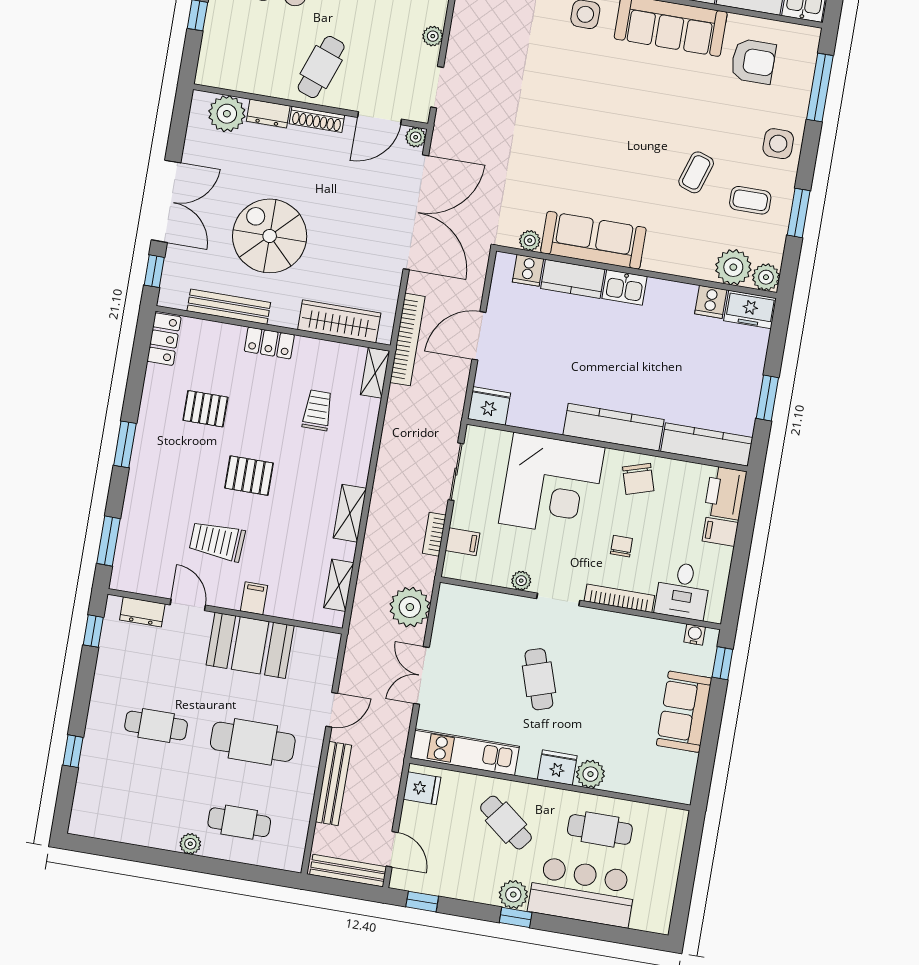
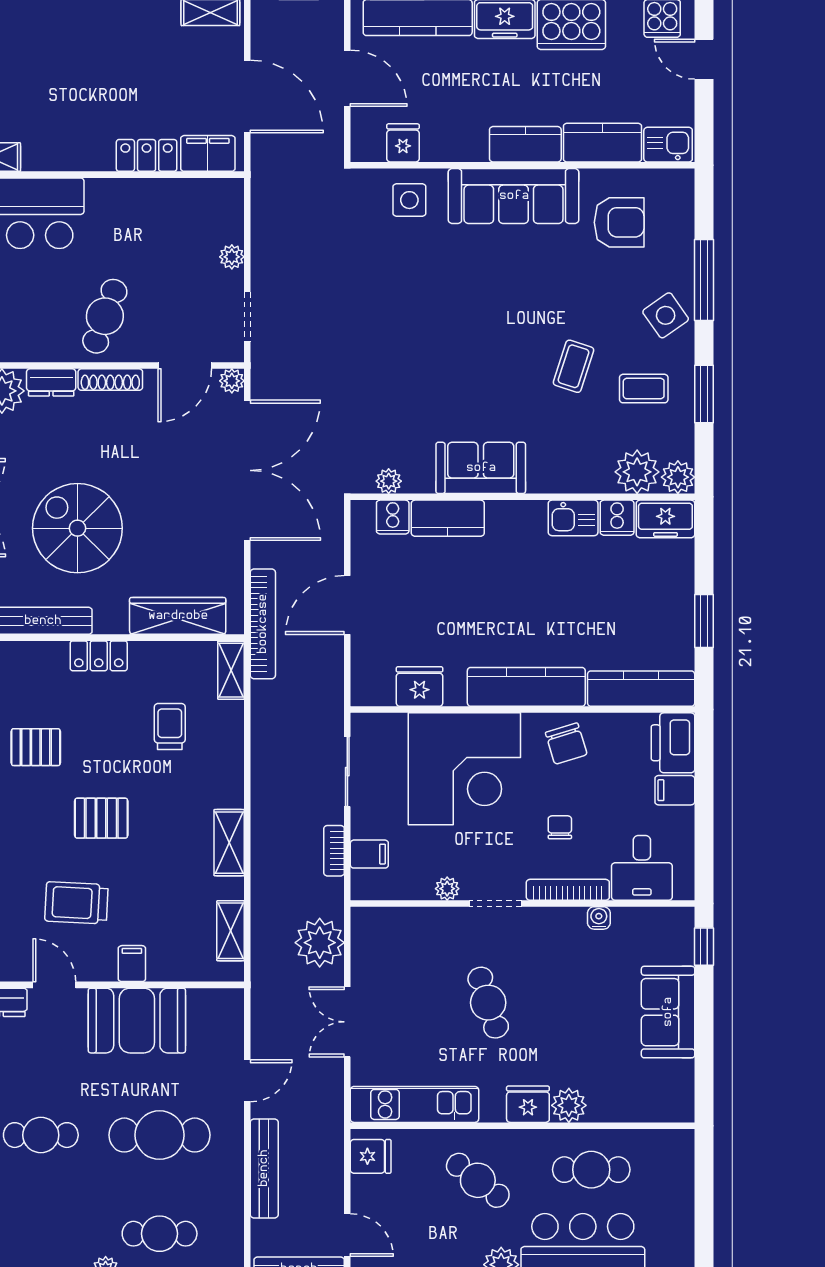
window: (820, 88) -> (704, 280), moved
side table: (778, 144) -> (666, 315), turned -35
sofa: (593, 240) -> (481, 468), width x0.73
kitchen sink: (625, 287) -> (573, 518), moved
fridge: (489, 406) -> (419, 687), moved
water cooler: (695, 635) -> (599, 918), moved

